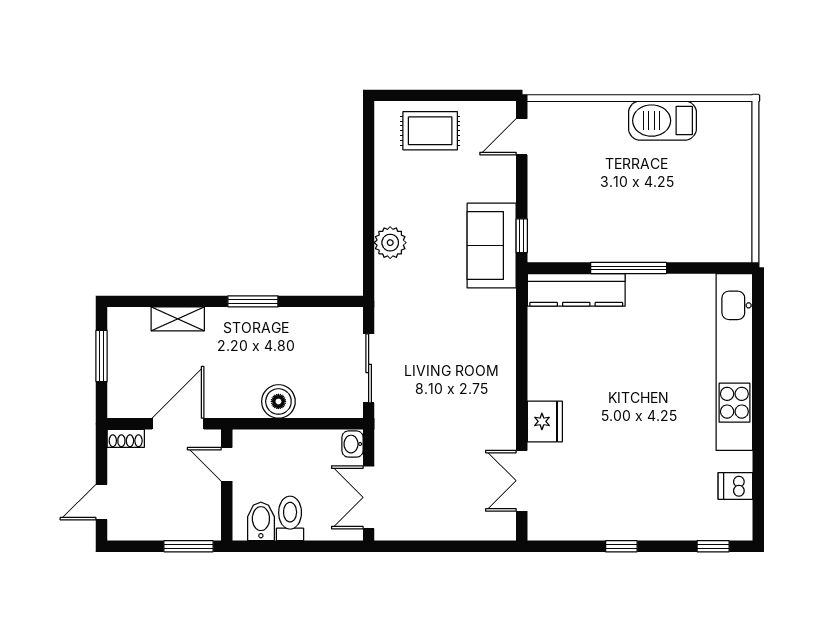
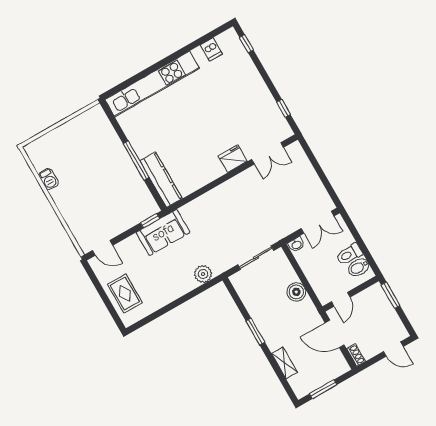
barbecue: (662, 121) -> (48, 179), width x0.53, depth x0.65
plant: (390, 243) -> (203, 274), moved
window: (621, 546) -> (284, 108), moved

